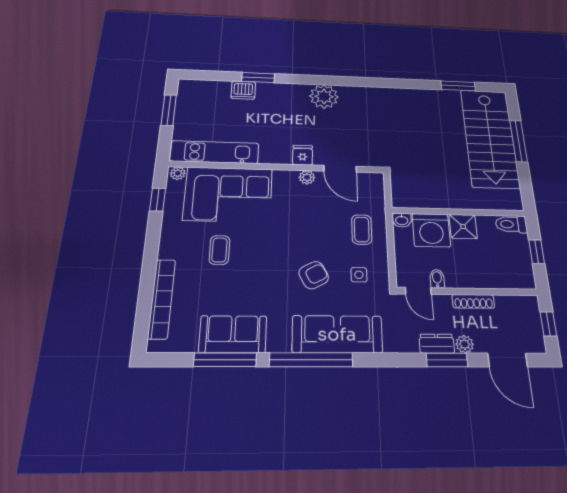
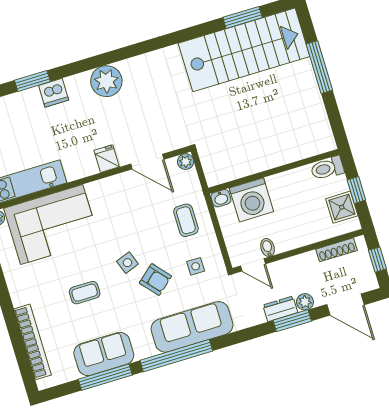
dishwasher: (243, 90) -> (54, 93), moved
stairs: (490, 138) -> (244, 50), moved, turned -90
plant: (307, 177) -> (186, 162), moved
shower: (463, 226) -> (342, 207), moved
coffee table: (219, 250) -> (85, 293), moved, turned 90
side table: (291, 251) -> (127, 263), added
armchair: (314, 275) -> (155, 280), turned 77
shoe rack: (473, 301) -> (336, 250), moved

